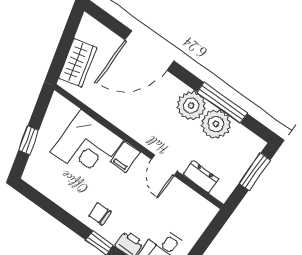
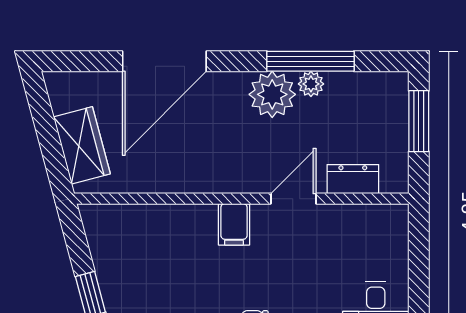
plant: (216, 124) -> (311, 84), width x0.53, depth x0.53
corner desk: (87, 146) -> (173, 247), removed
door: (164, 165) -> (293, 199), swing flipped

